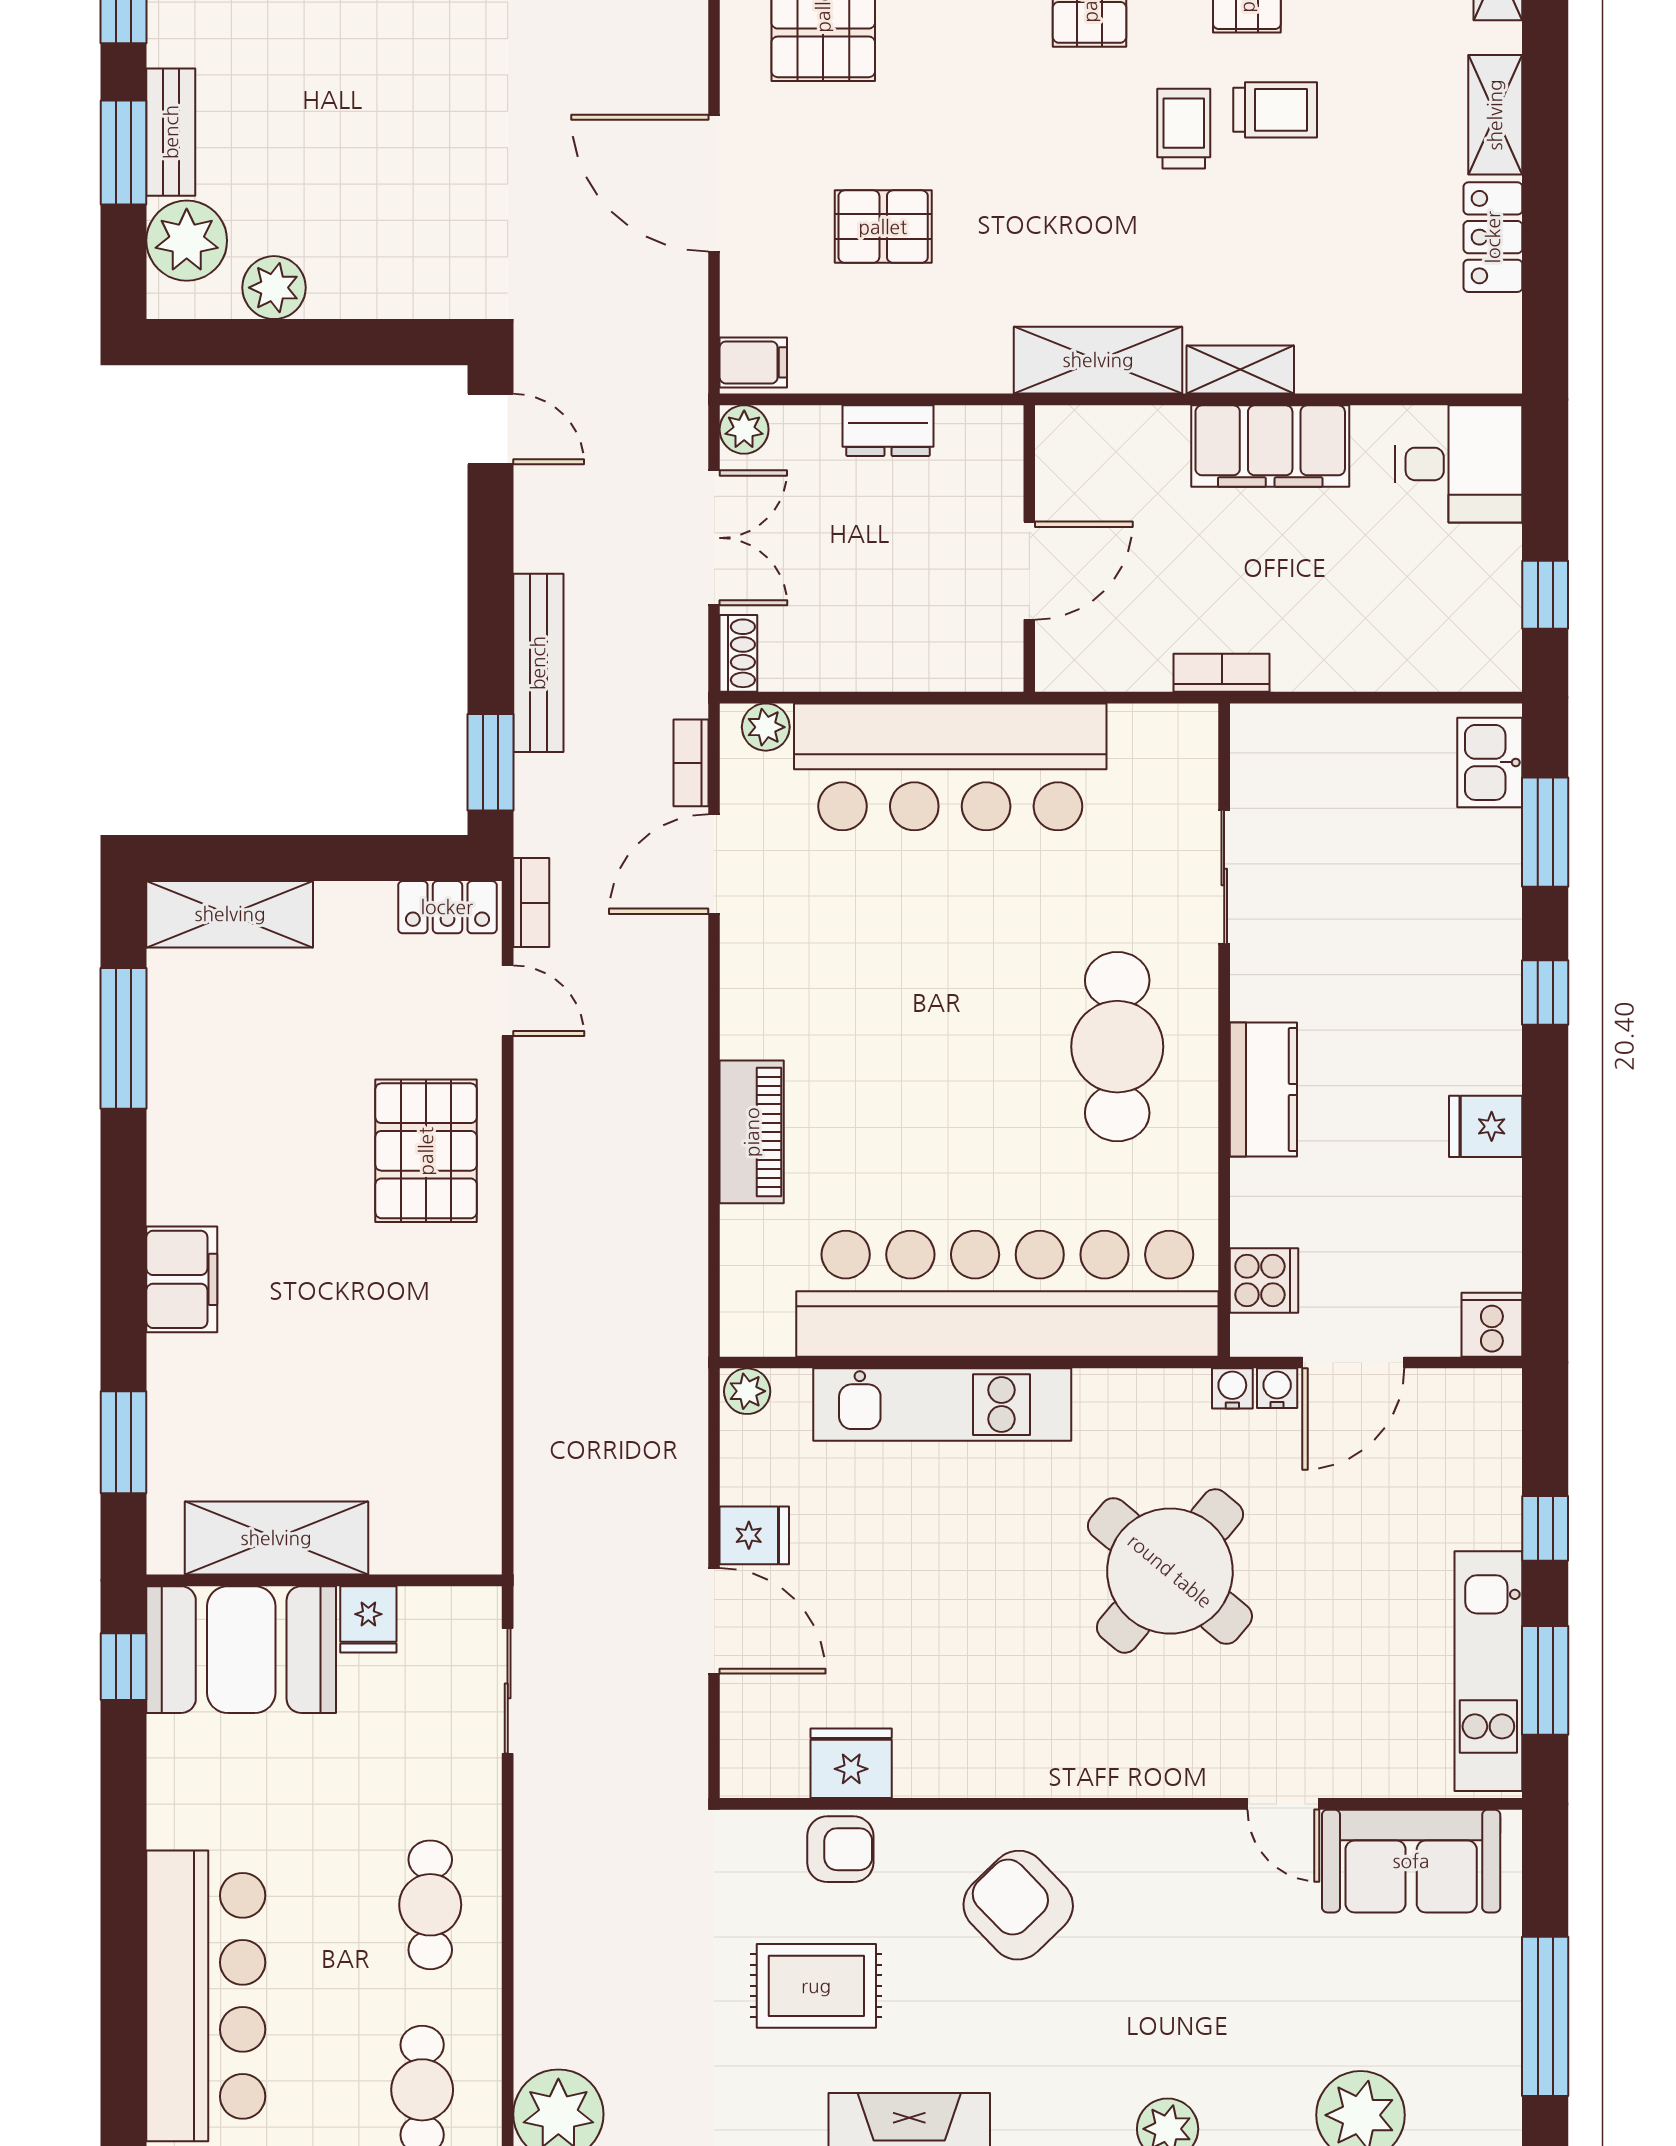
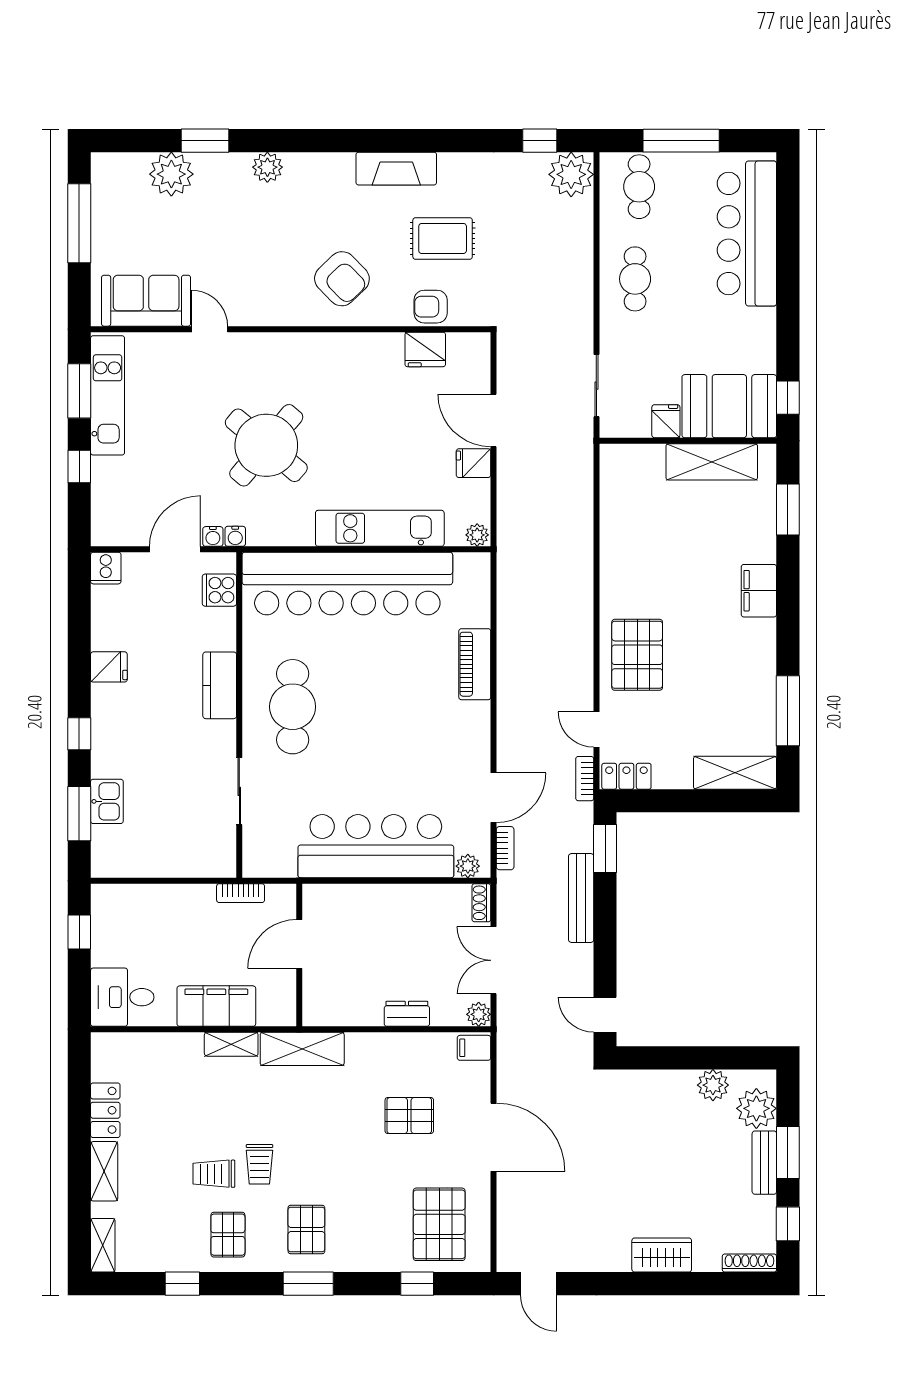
wall: (1029, 549) -> (299, 955), moved
door: (1029, 571) -> (299, 944), moved
kitchen sink: (1490, 762) -> (107, 801), moved

